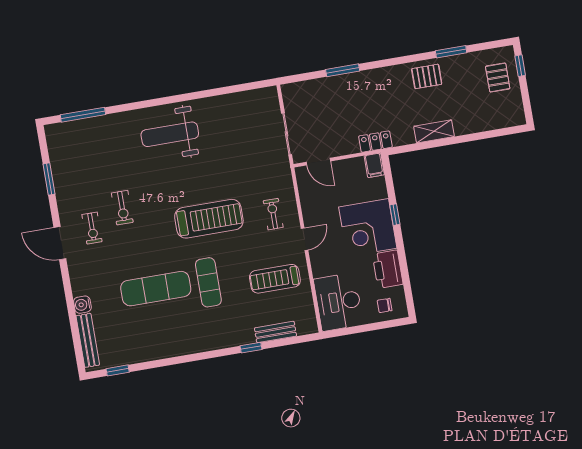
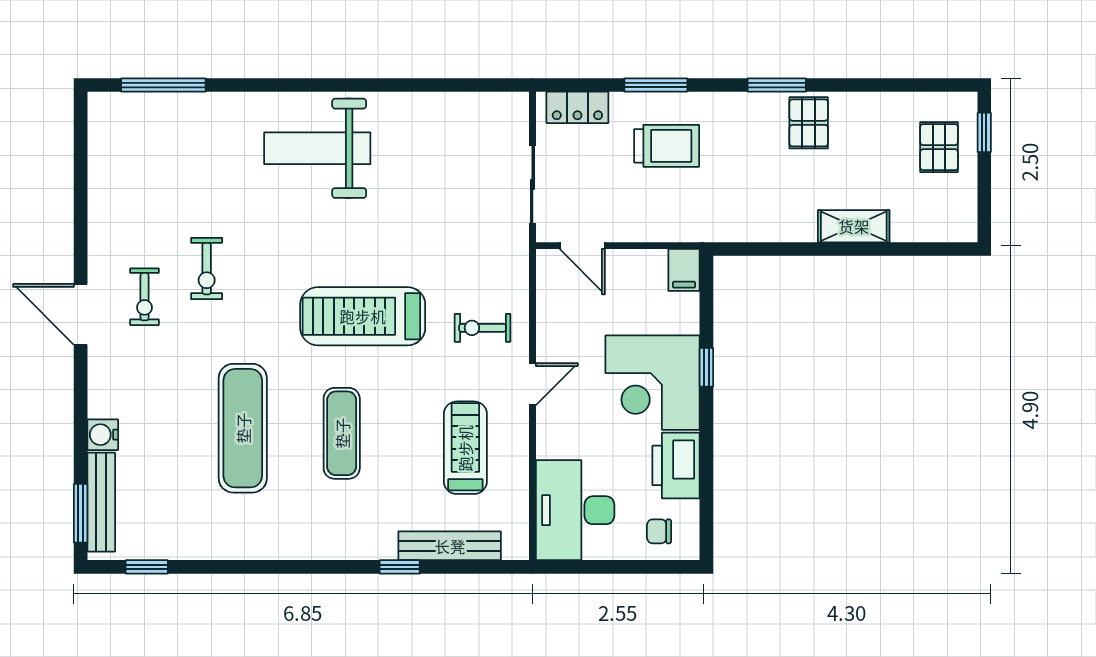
window: (451, 52) -> (777, 85), moved
pallet: (427, 76) -> (809, 123), turned 90
trolley: (354, 101) -> (667, 146), added
shelving: (434, 131) -> (854, 226), moved
locker: (375, 142) -> (577, 107), moved, turned 180
window: (49, 179) -> (81, 513), moved
exercise bike: (273, 214) -> (483, 328), turned -90
treadmill: (209, 219) -> (363, 316), turned 180
treadmill: (275, 279) -> (465, 448), turned 90
exercise mat: (156, 289) -> (243, 428), turned 90
bench: (275, 332) -> (450, 546), width x1.36

